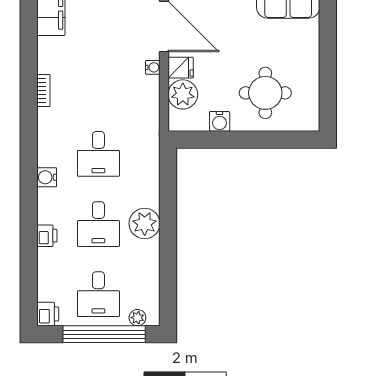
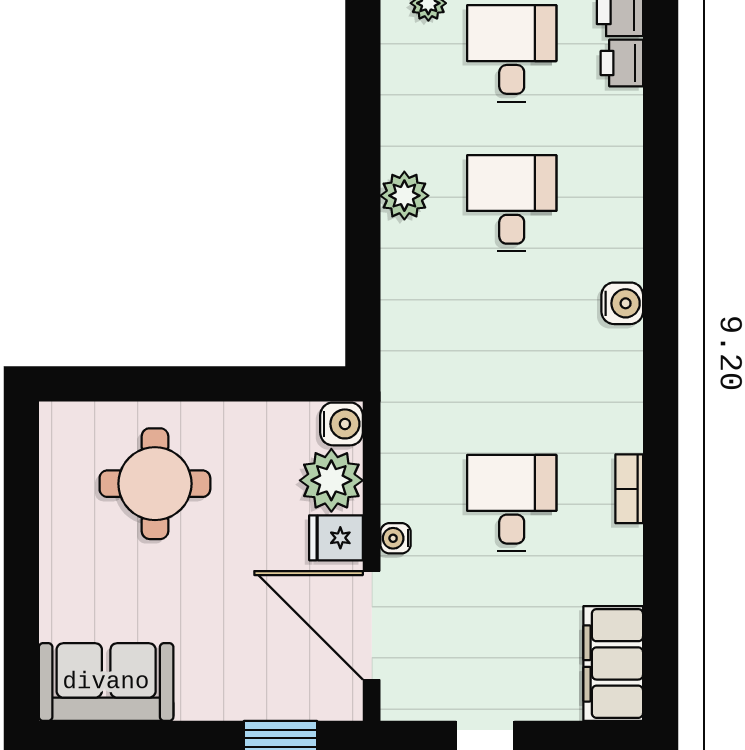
water cooler: (220, 121) -> (341, 424), moved, turned 90
desk: (98, 154) -> (512, 503), moved
plant: (145, 224) -> (404, 196), width x0.73, depth x0.73
printer: (47, 236) -> (622, 63), moved

